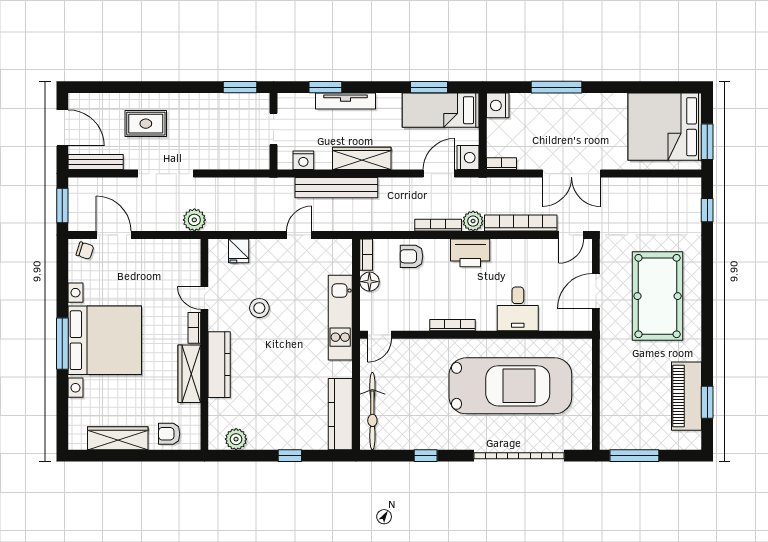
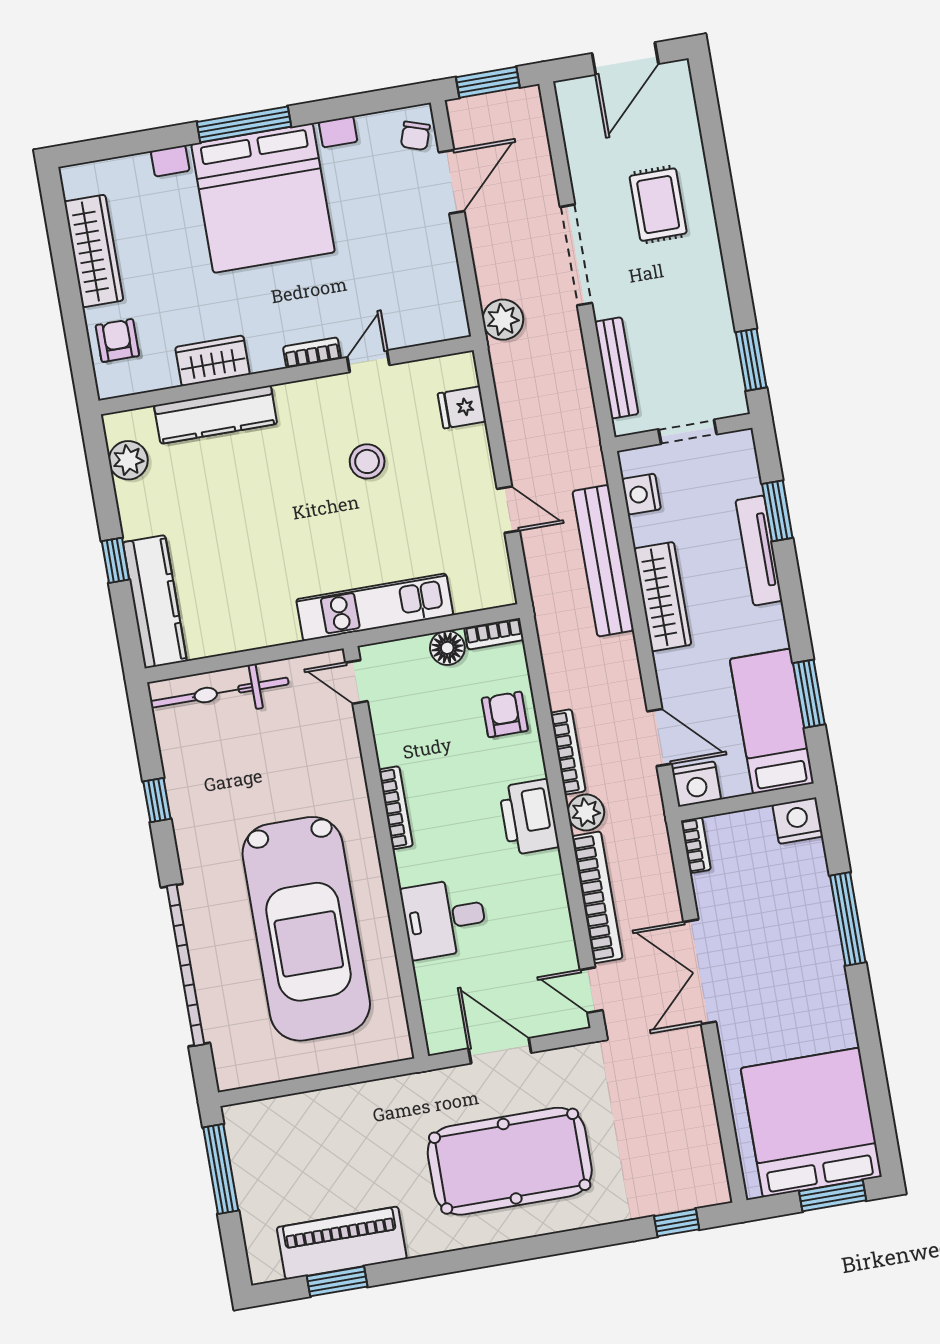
window: (707, 142) -> (833, 1196), moved
bench: (96, 162) -> (616, 368), moved
kitchen counter: (219, 365) -> (216, 415), moved
wardrobe: (189, 374) -> (213, 361), width x0.67
kitchen counter: (340, 414) -> (155, 602), moved, turned 90

